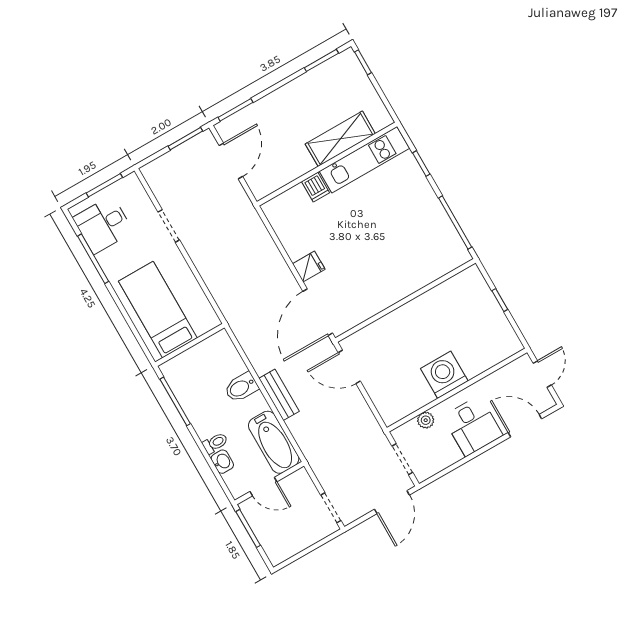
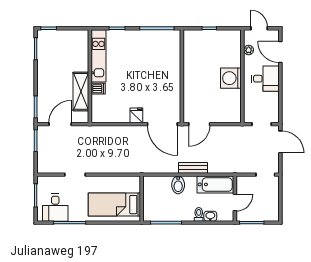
shelving: (340, 139) -> (81, 91), moved
door: (231, 161) -> (60, 124), hinge flipped
plant: (426, 420) -> (249, 50), moved
door: (525, 426) -> (280, 52), hinge flipped

